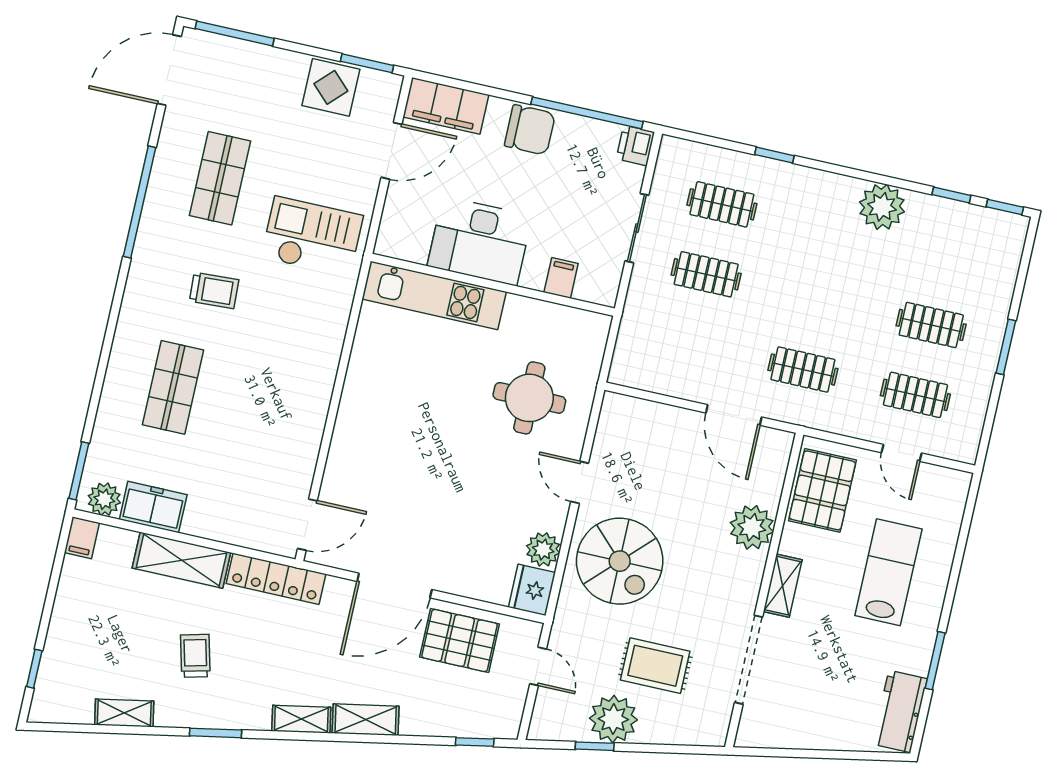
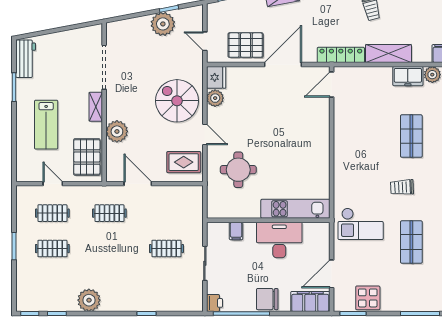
clothes rail: (722, 204) -> (166, 284), removed
rug: (655, 666) -> (184, 162), moved

